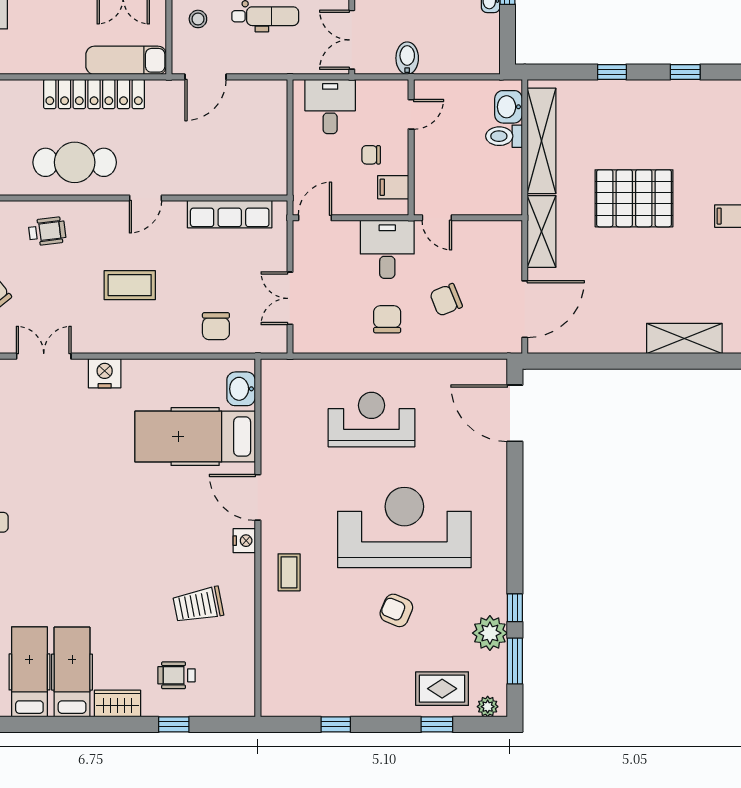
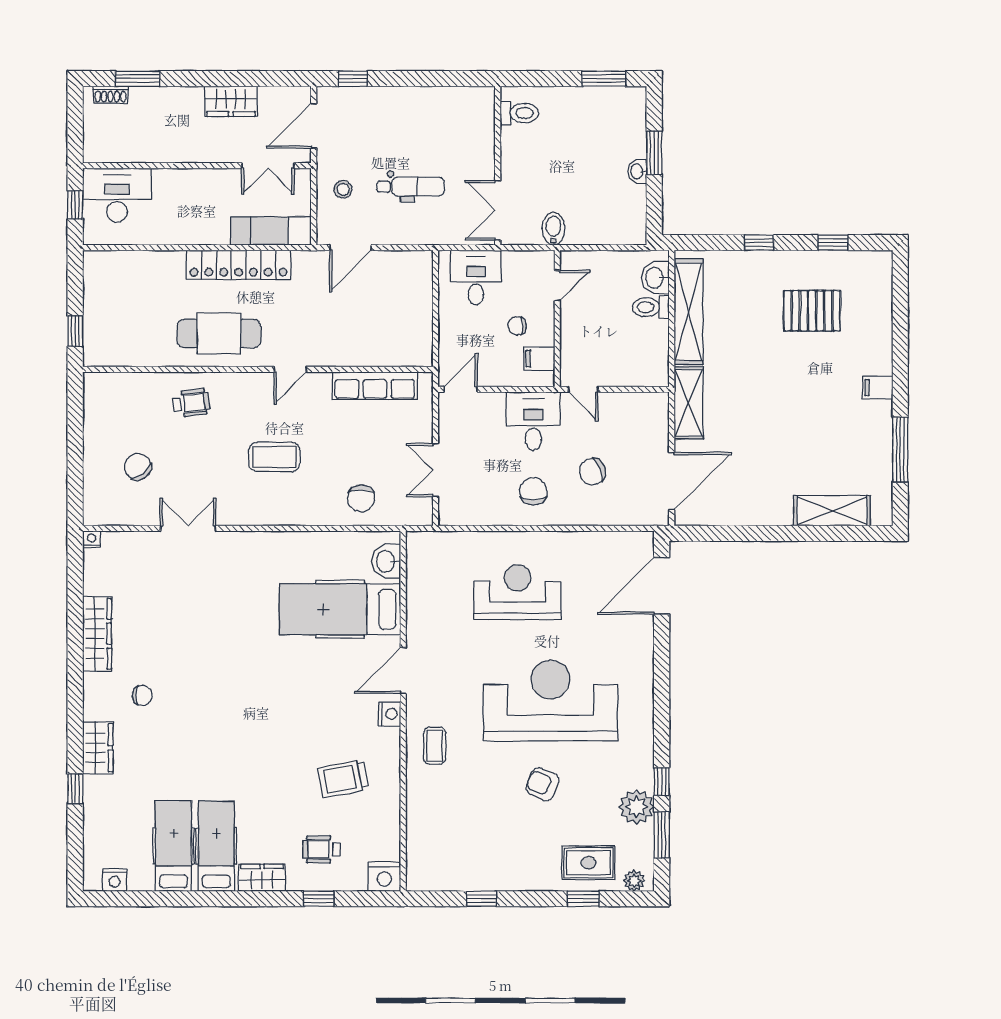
pallet: (634, 198) -> (812, 311), moved, width x0.73, depth x0.71
nightstand: (105, 373) -> (384, 877), moved, turned 180
door: (515, 413) -> (662, 586), hinge flipped
door: (258, 497) -> (403, 670), hinge flipped

